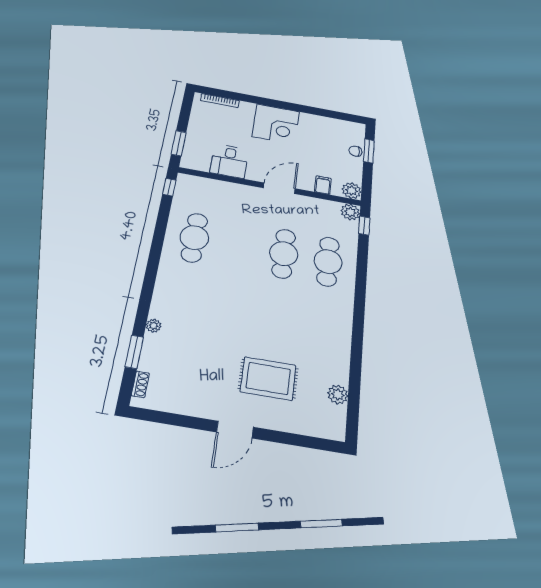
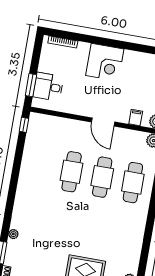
desk: (229, 161) -> (48, 87), moved, turned 90
door: (279, 188) -> (103, 122), swing flipped
cafe table: (194, 238) -> (72, 172), moved

